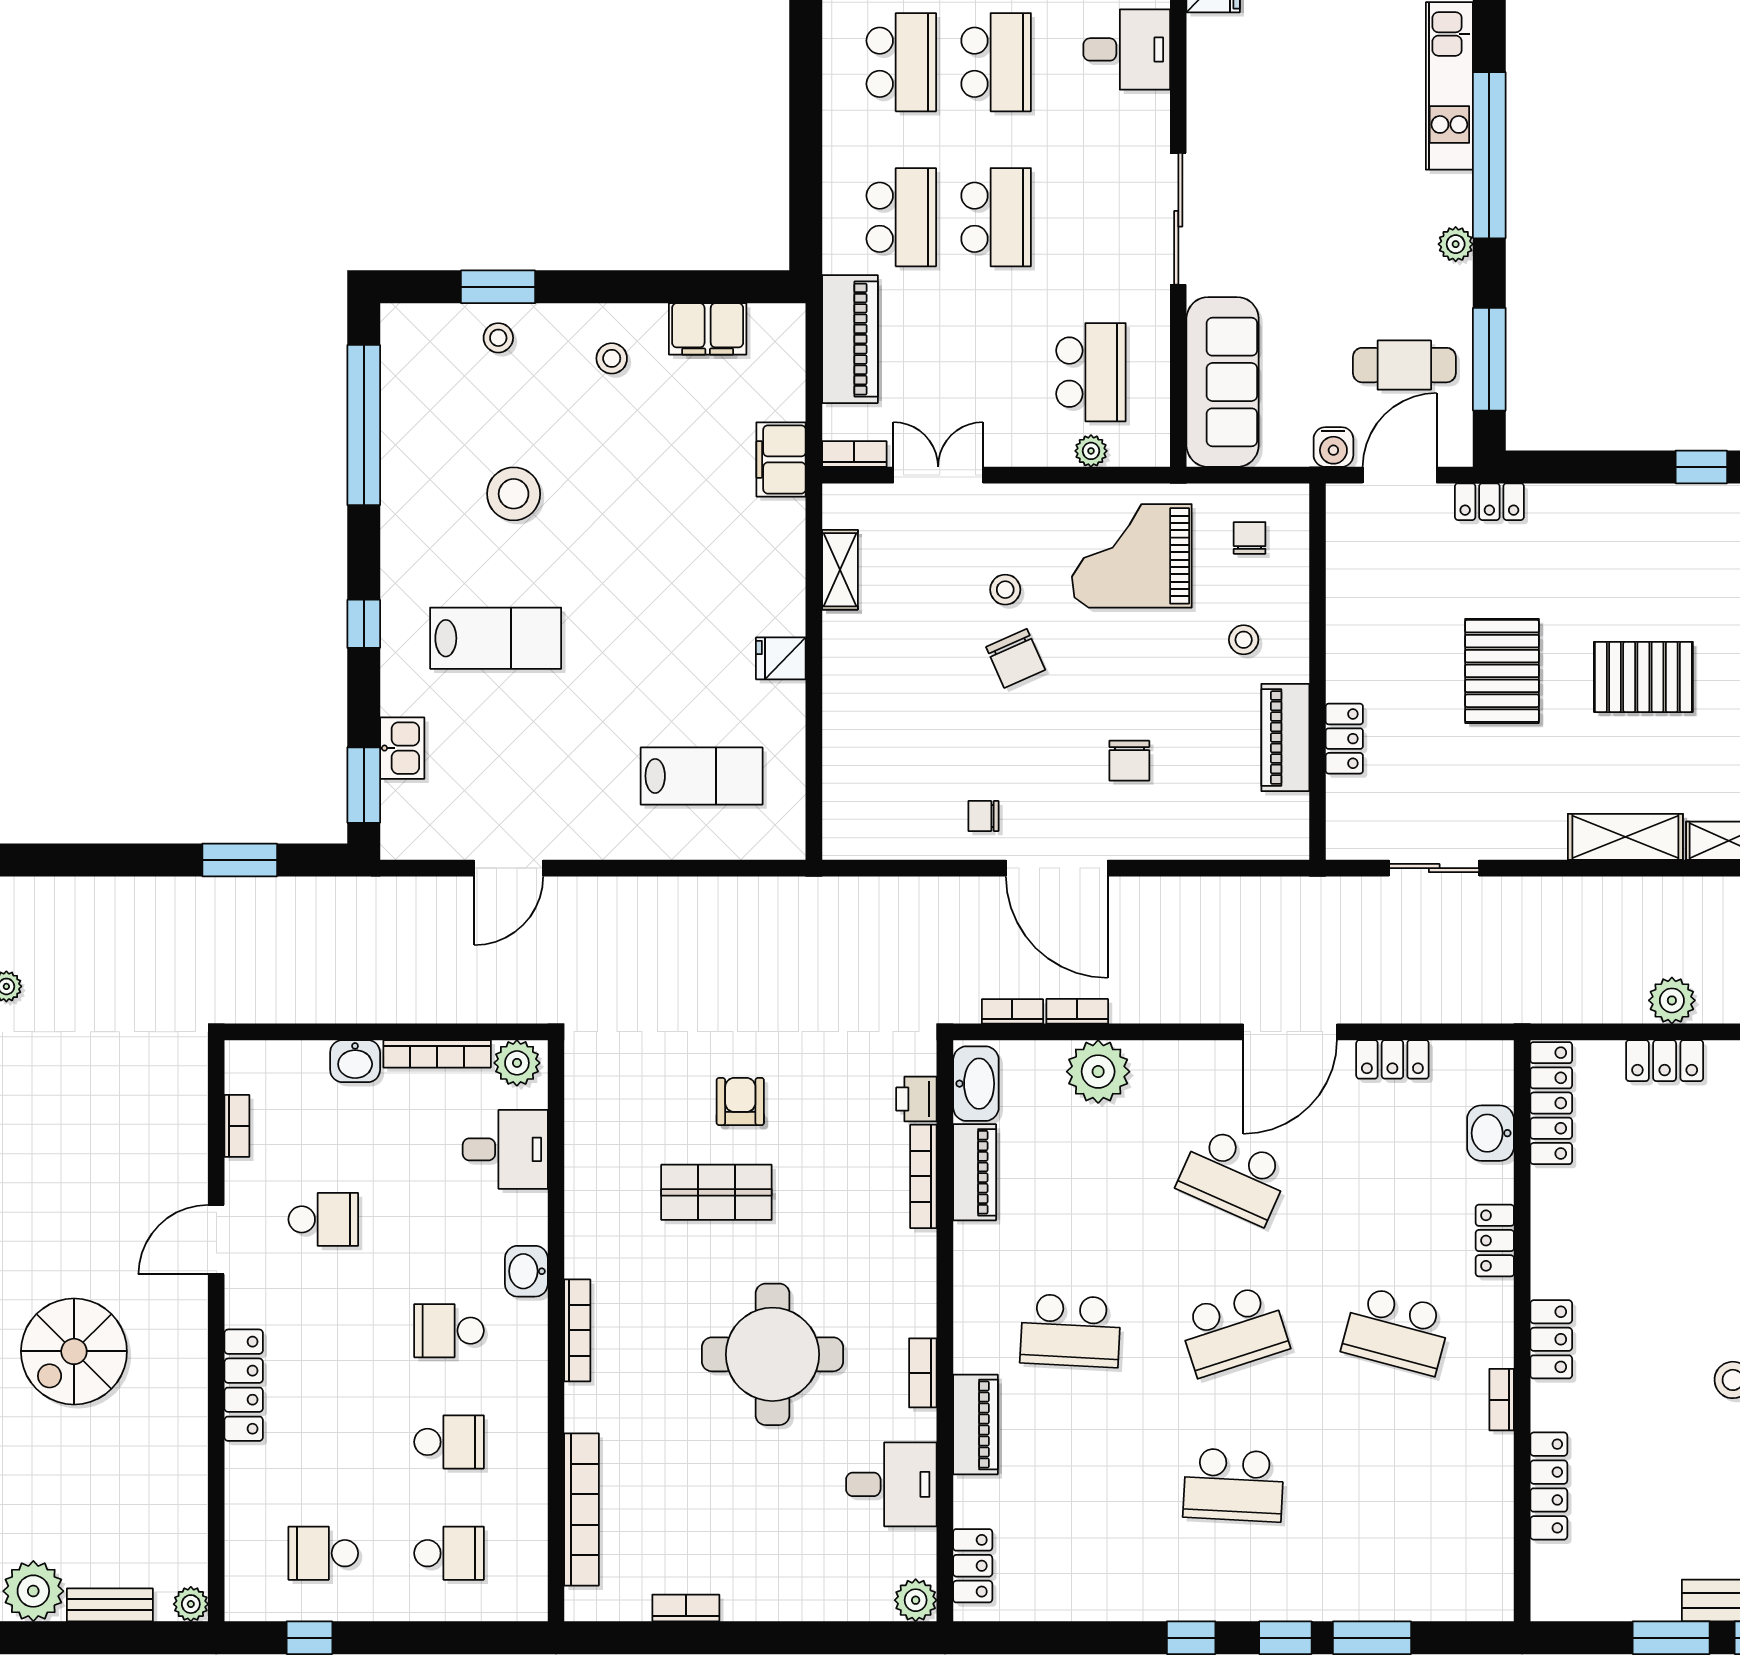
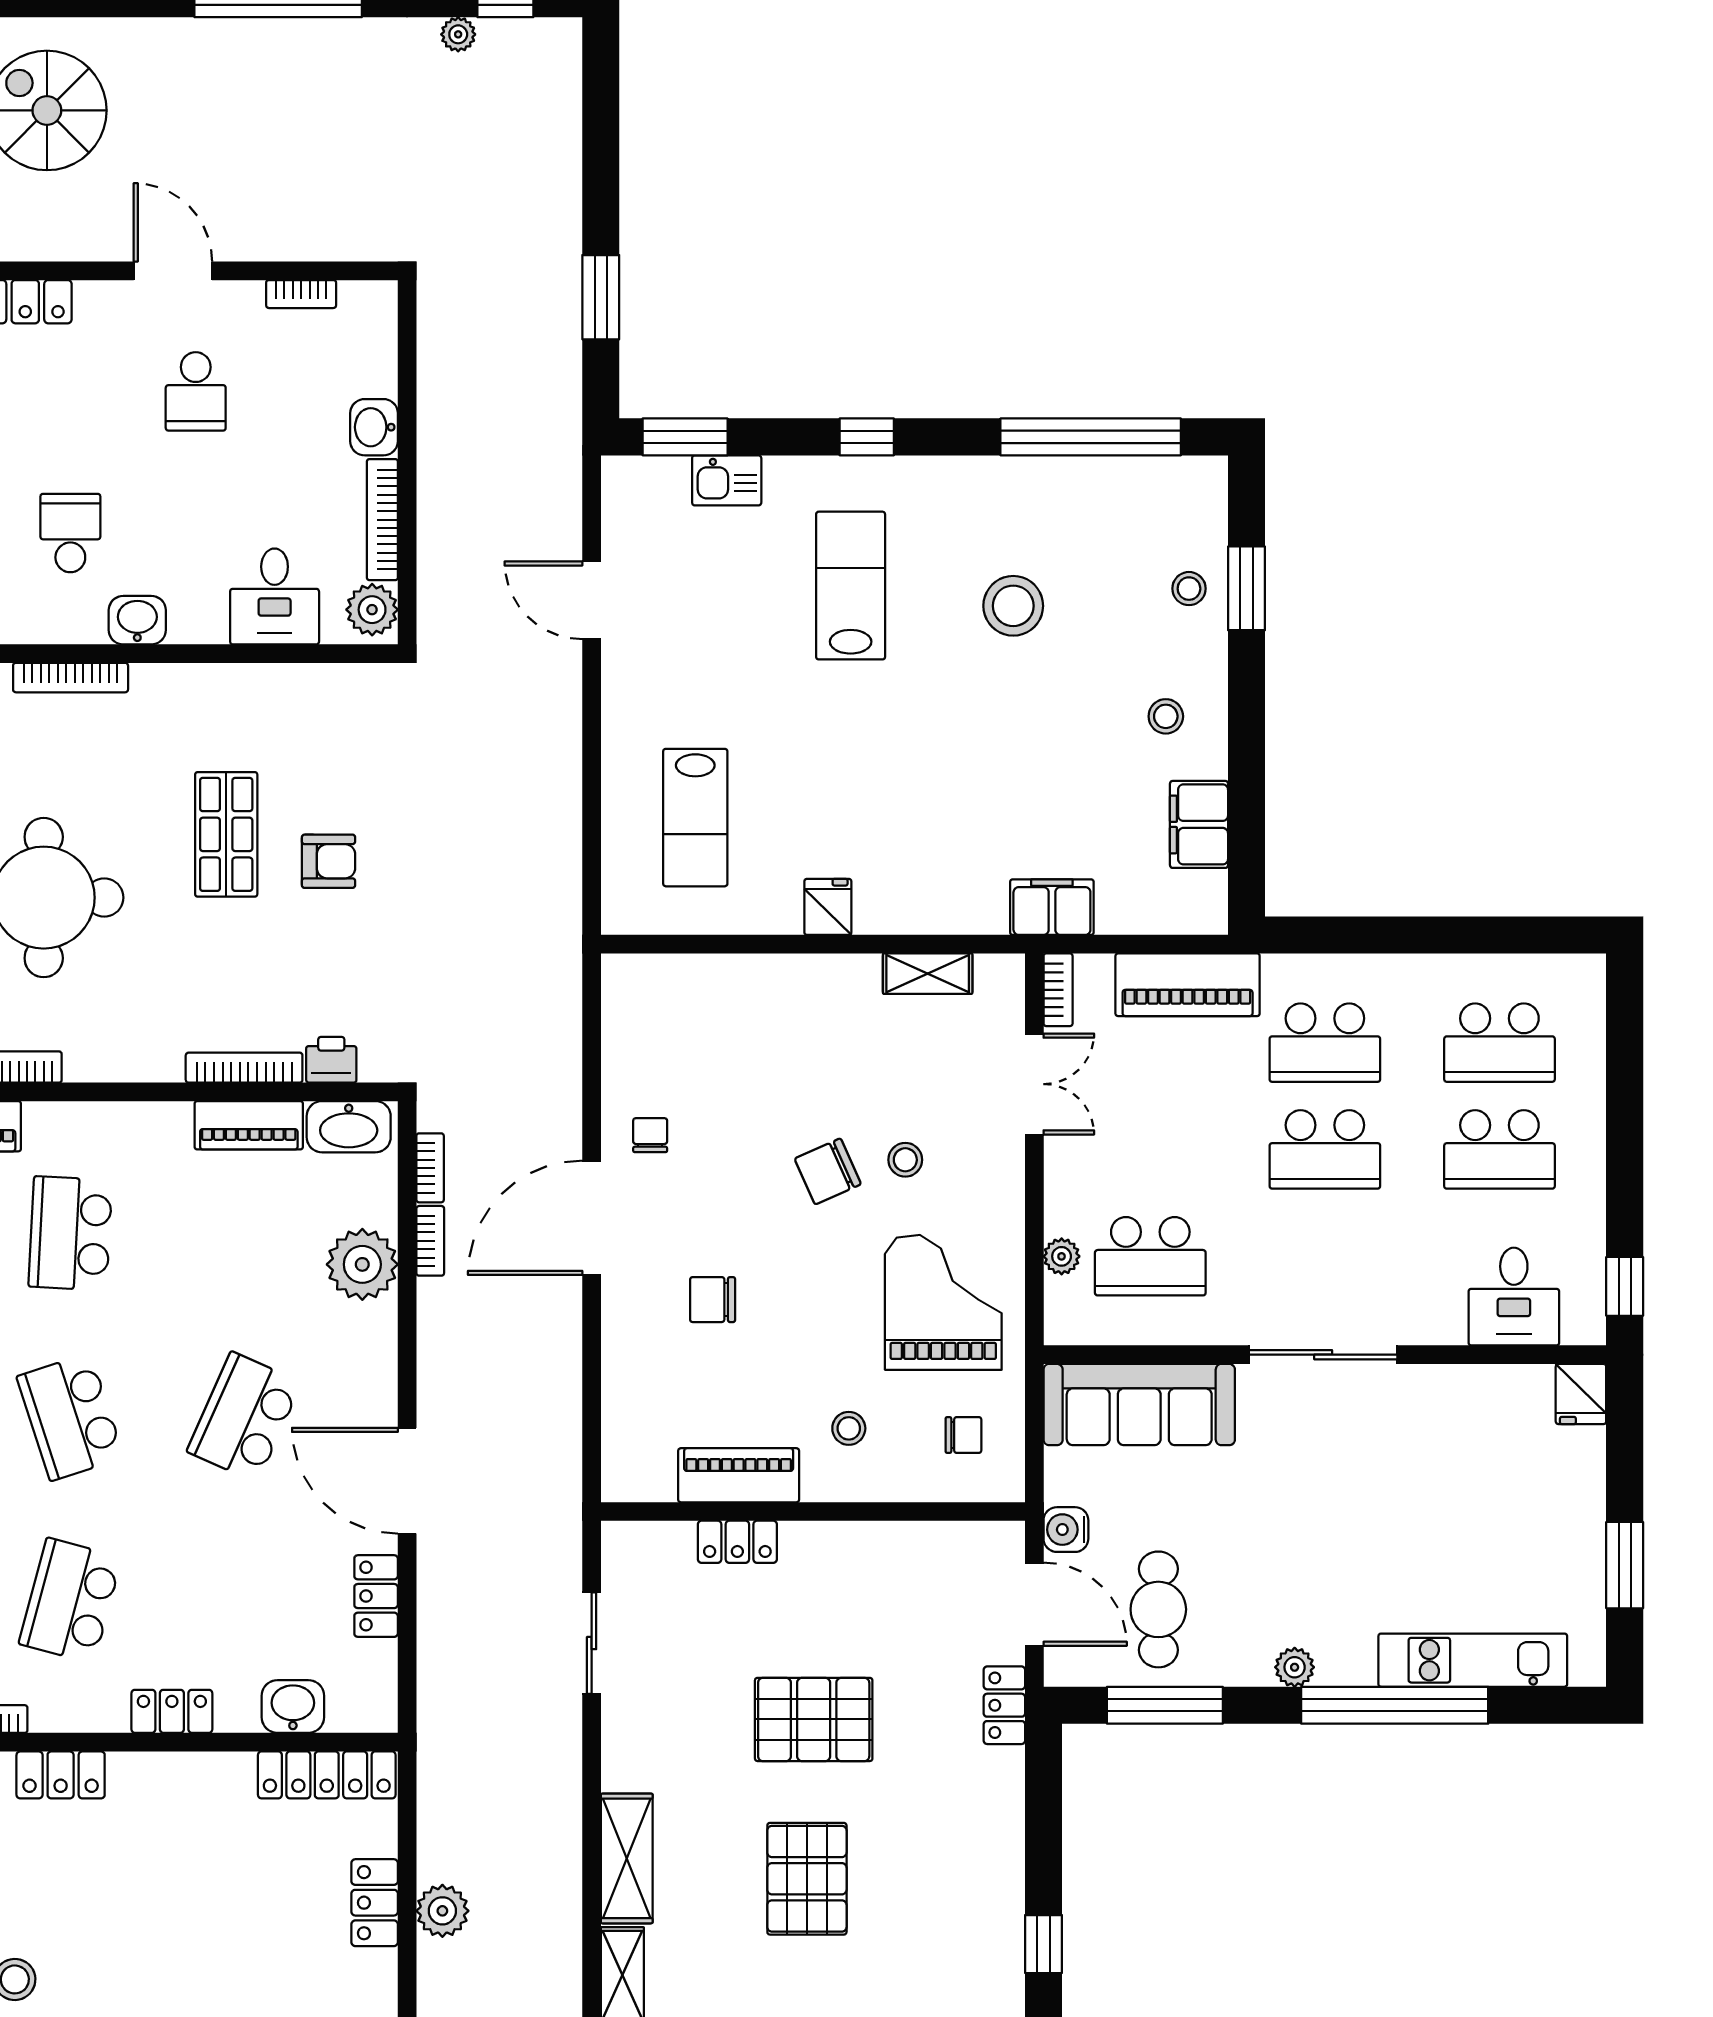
lab bench: (496, 638) -> (851, 586), turned 180

